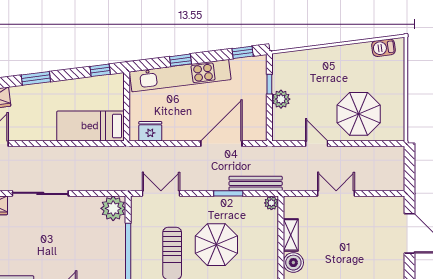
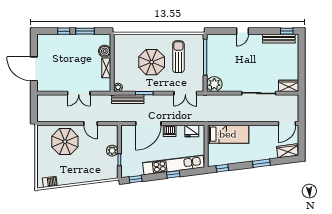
dishwasher: (187, 132) -> (170, 131), added

